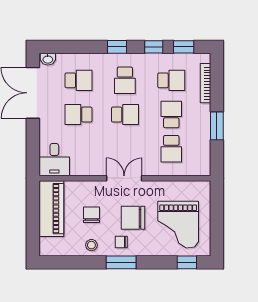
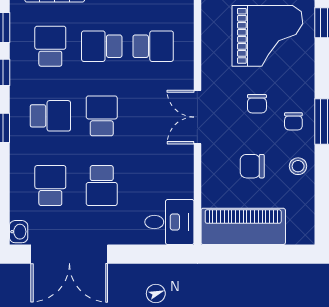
chair: (133, 218) -> (257, 104), width x0.54, depth x0.54

